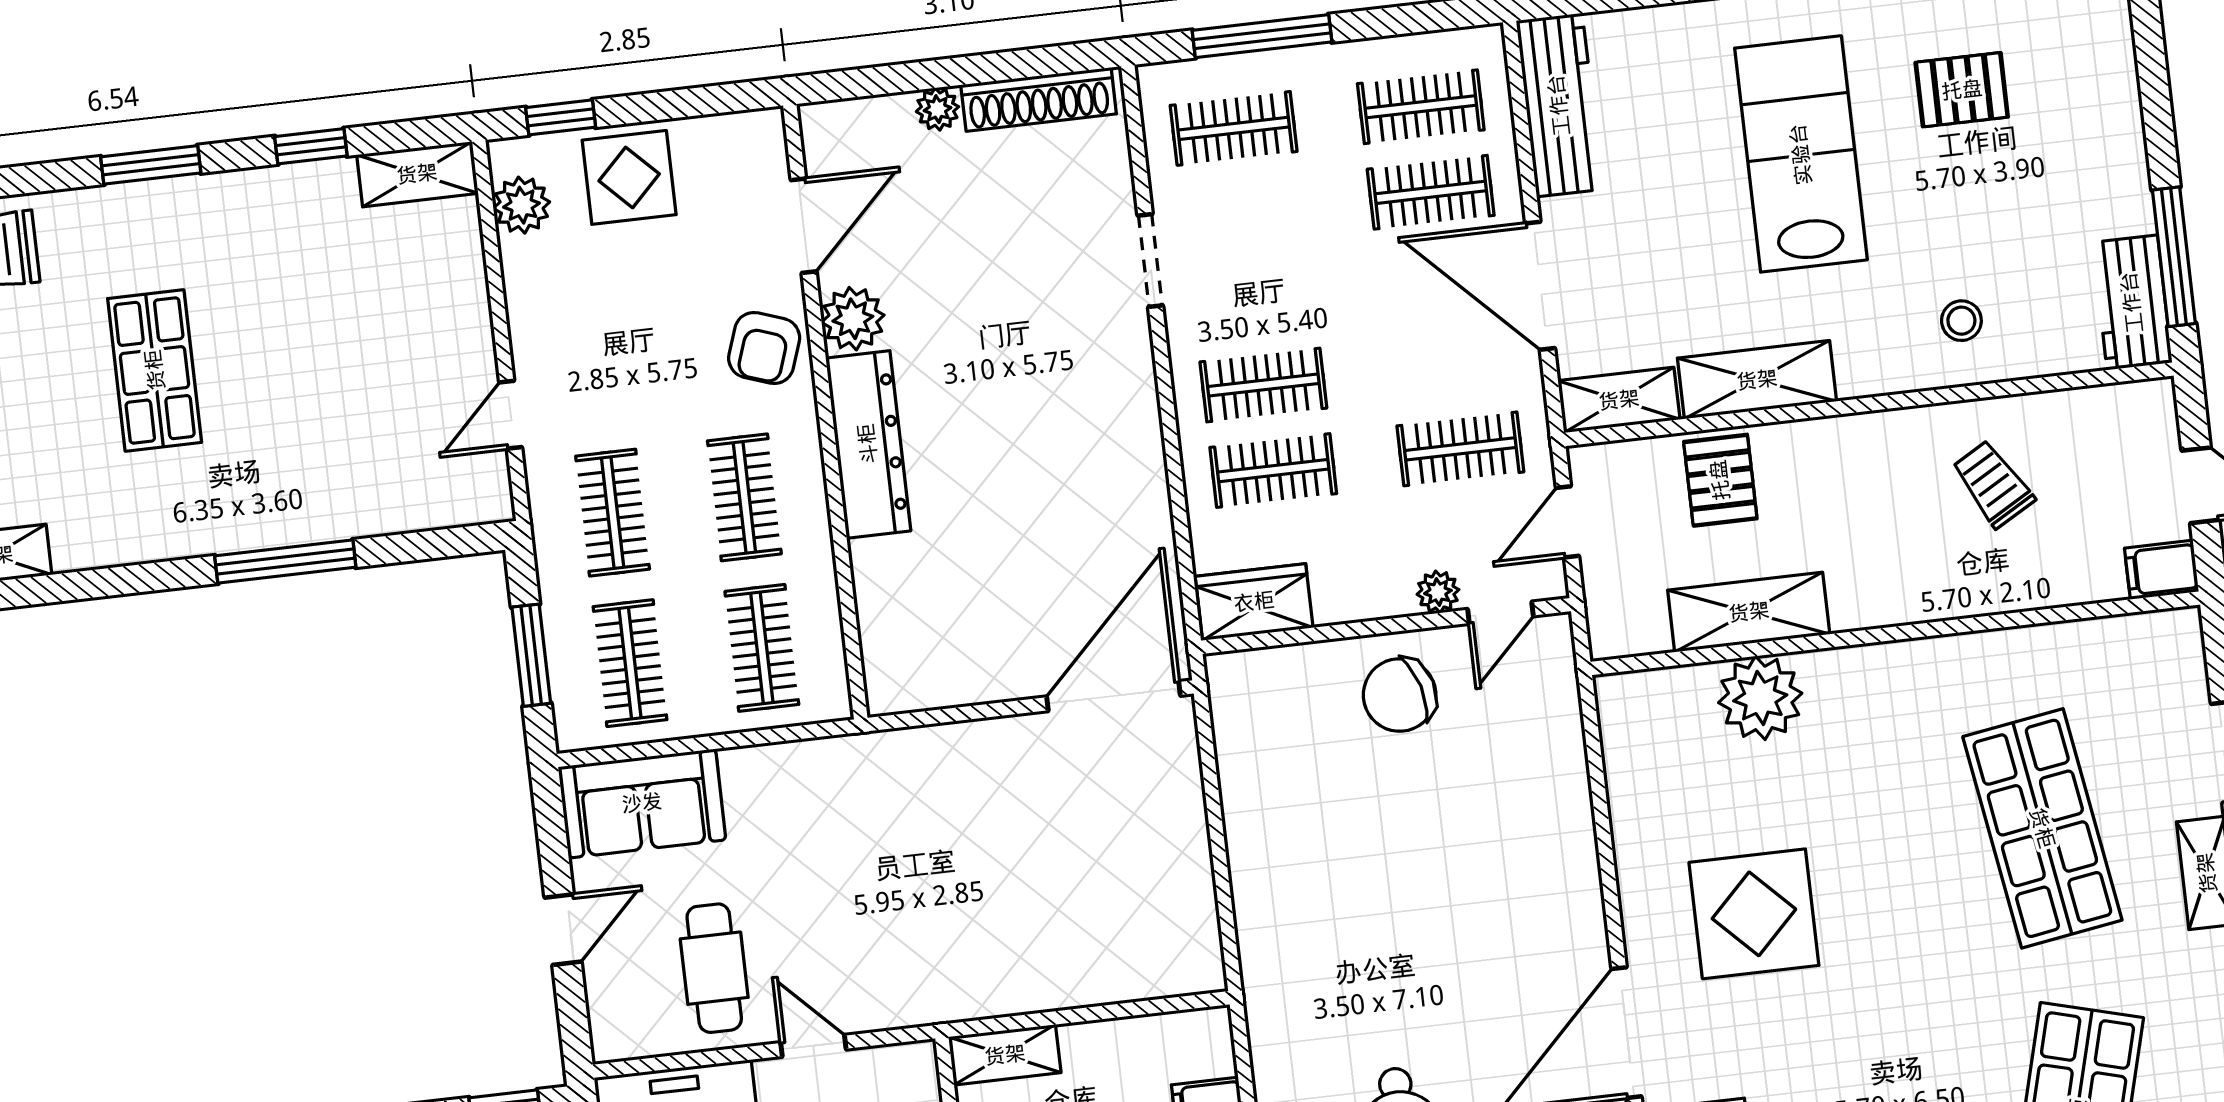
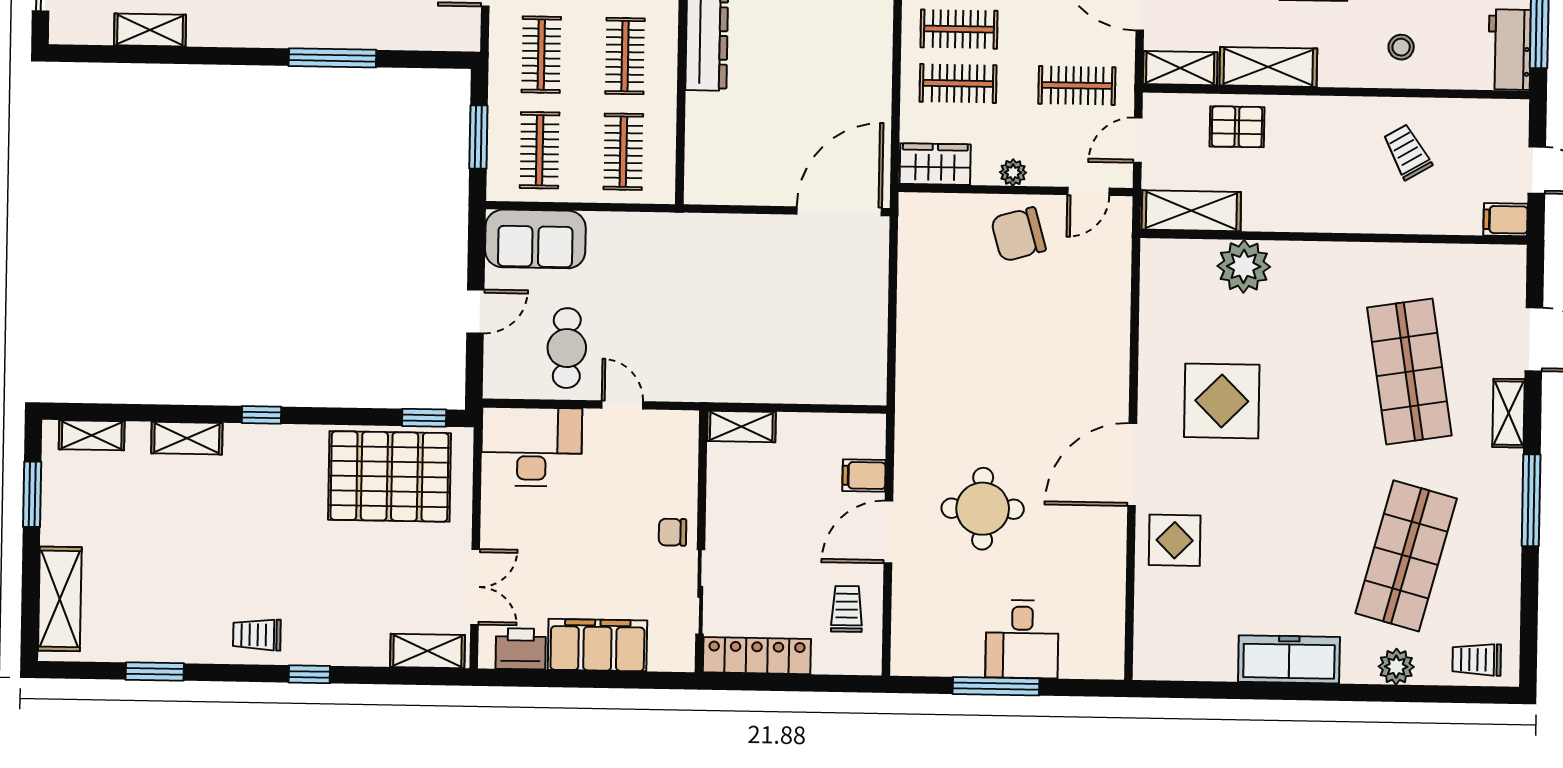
pallet: (1720, 480) -> (1237, 127), turned 90
plant: (1438, 592) -> (1013, 172), moved
shelving: (1749, 612) -> (1191, 211), moved

